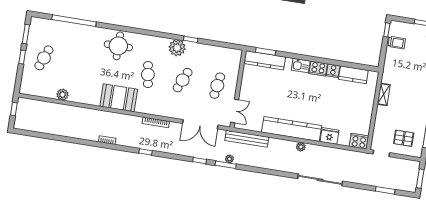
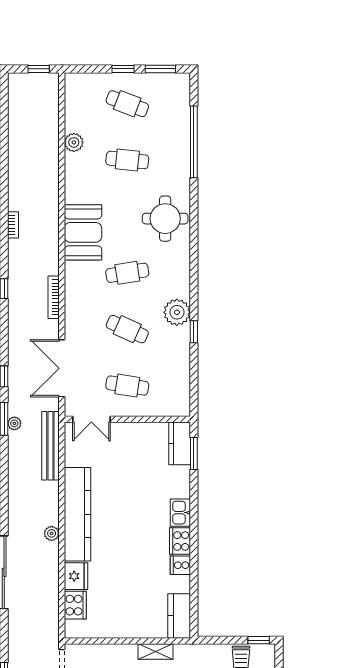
kitchen counter: (265, 60) -> (180, 443), width x0.67
cafe table: (79, 63) -> (127, 160), added
kitchen counter: (353, 75) -> (179, 616), moved
cooker: (359, 141) -> (75, 605), moved

